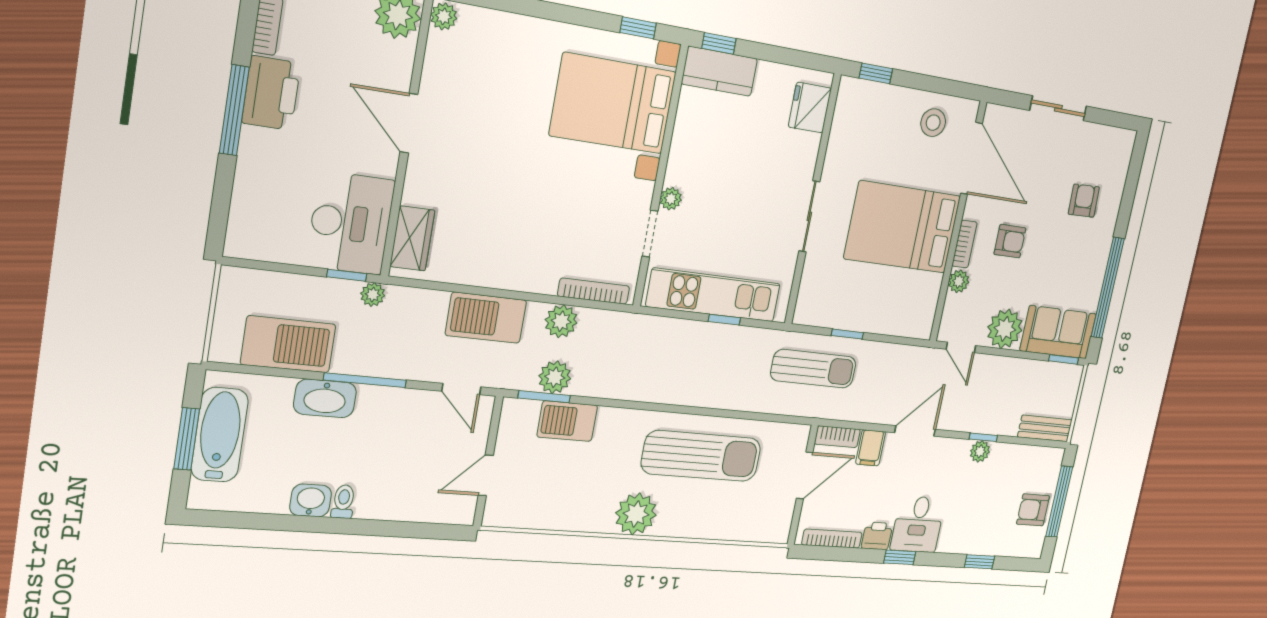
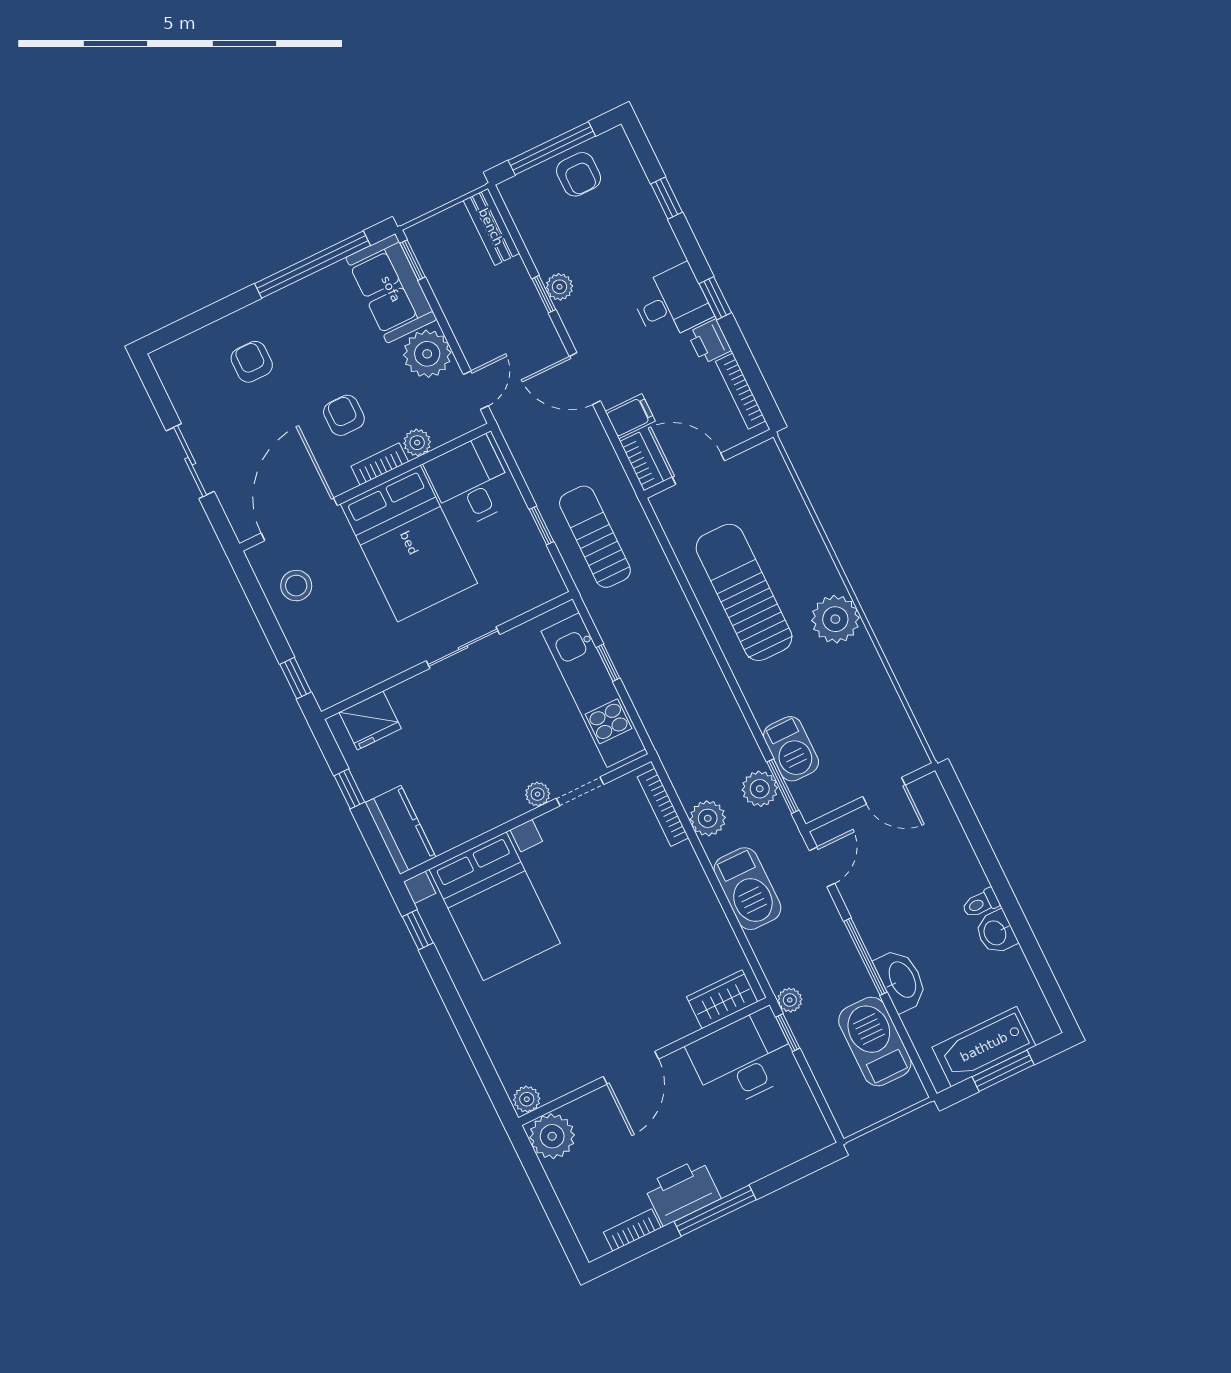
window: (719, 43) -> (349, 789), moved
armchair: (1084, 201) -> (252, 362), turned 92
desk: (909, 302) -> (471, 483), added

